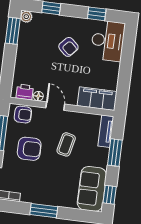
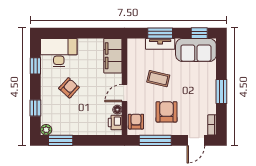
tv unit: (106, 131) -> (160, 44), moved

